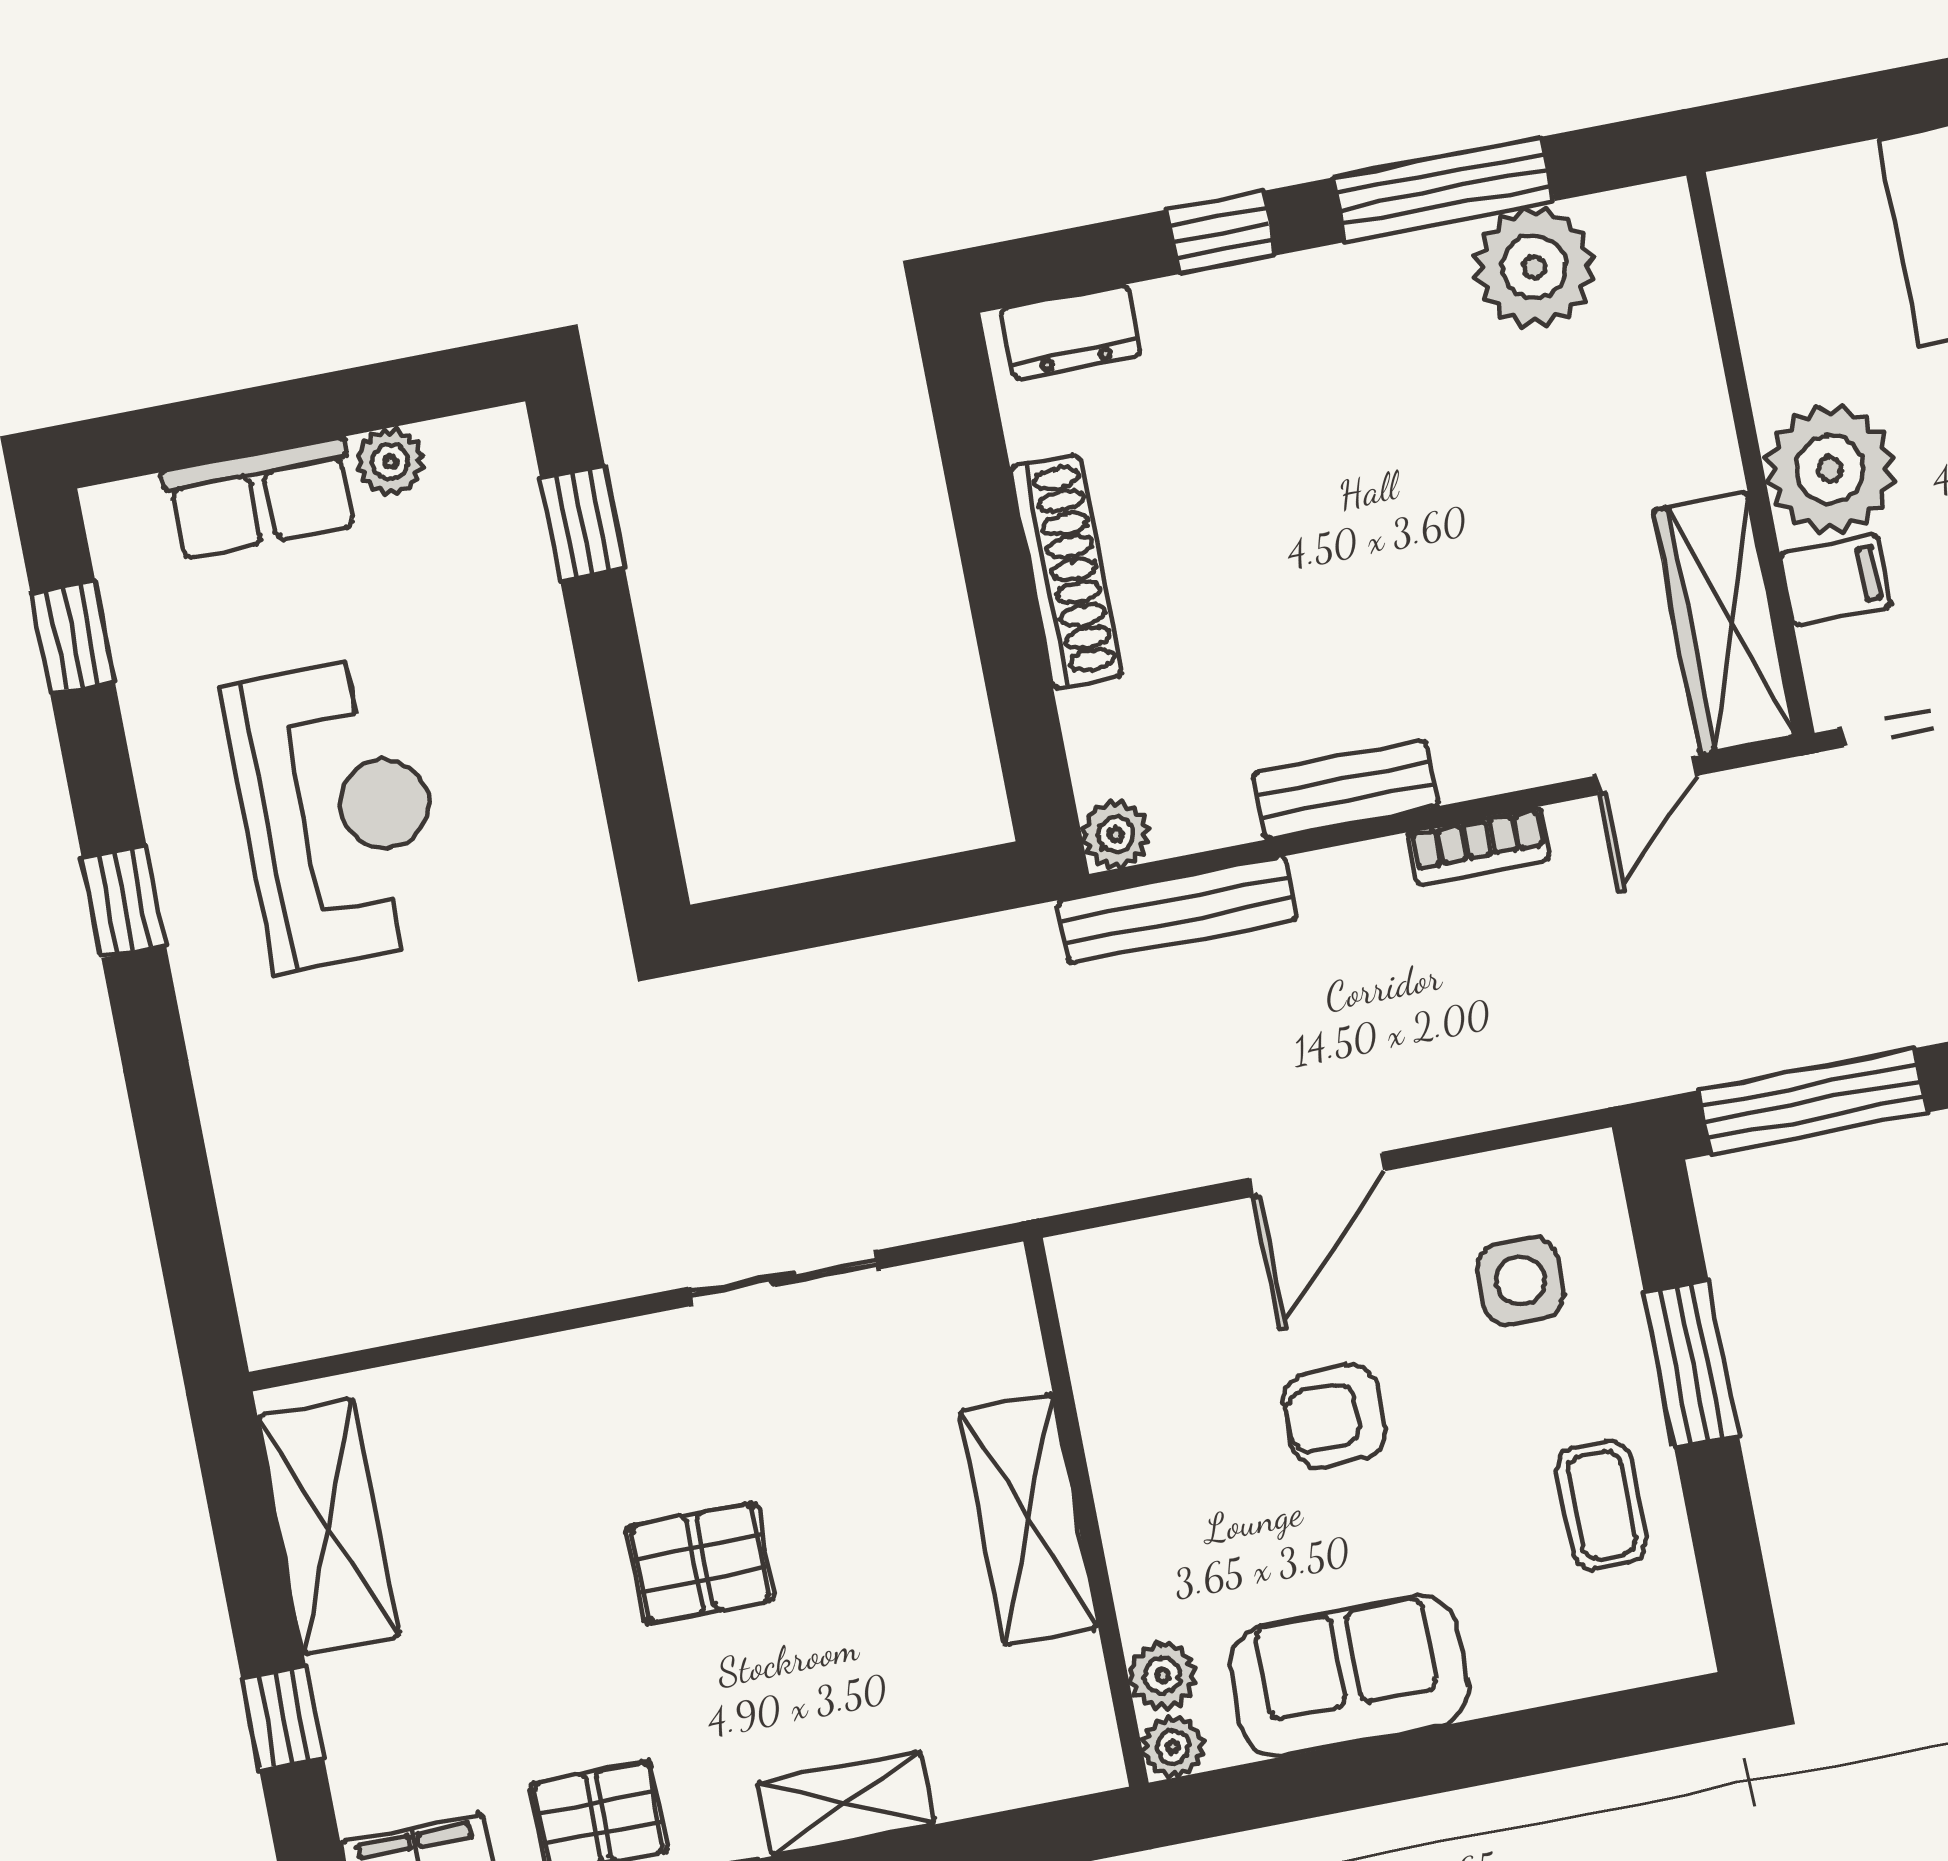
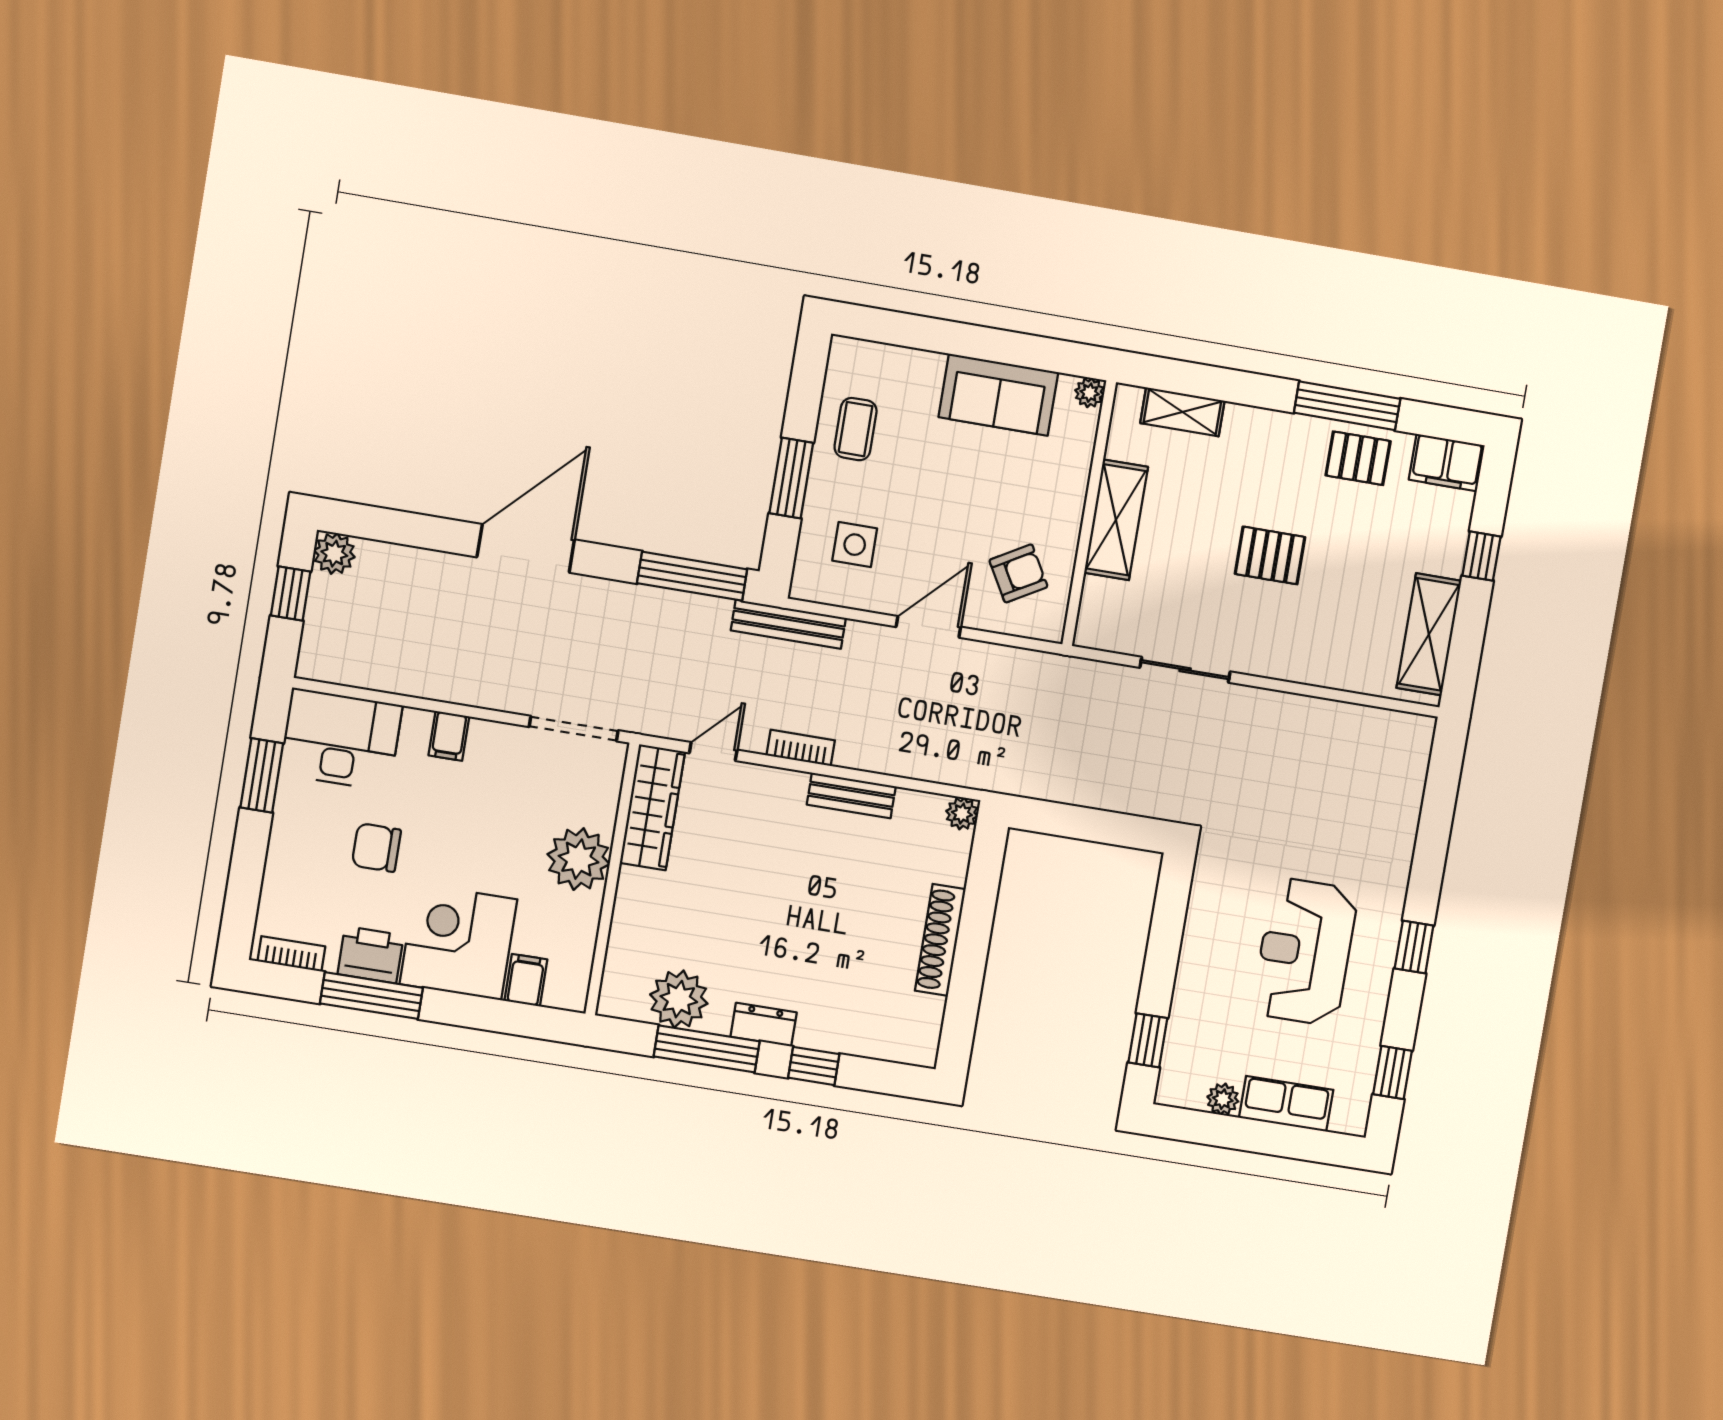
dresser: (1071, 332) -> (764, 1025), moved
filing cabinet: (1835, 580) -> (526, 980), moved, turned 90
bench: (1177, 910) -> (788, 624), moved
armchair: (1334, 1416) -> (1018, 573), moved, turned -30
plant: (1163, 1676) -> (1082, 426), removed
shelving: (846, 1803) -> (1182, 412), moved

